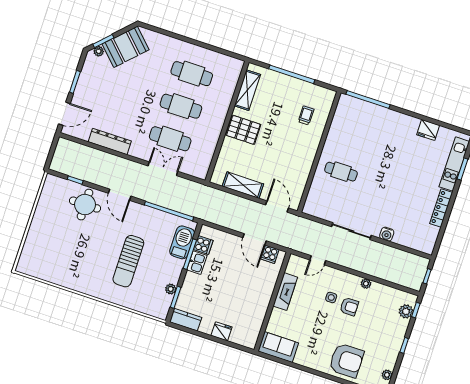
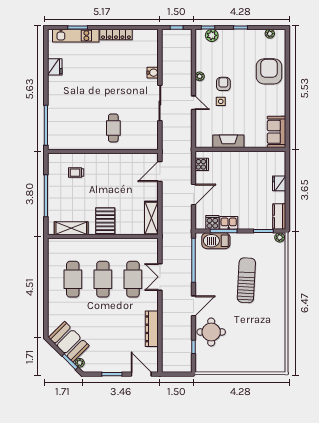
shelving: (243, 185) -> (151, 218), moved
door: (254, 239) -> (193, 195), moved
door: (318, 260) -> (193, 103), moved
sun lounger: (128, 261) -> (246, 280), turned -87
plant: (171, 289) -> (280, 237), moved

